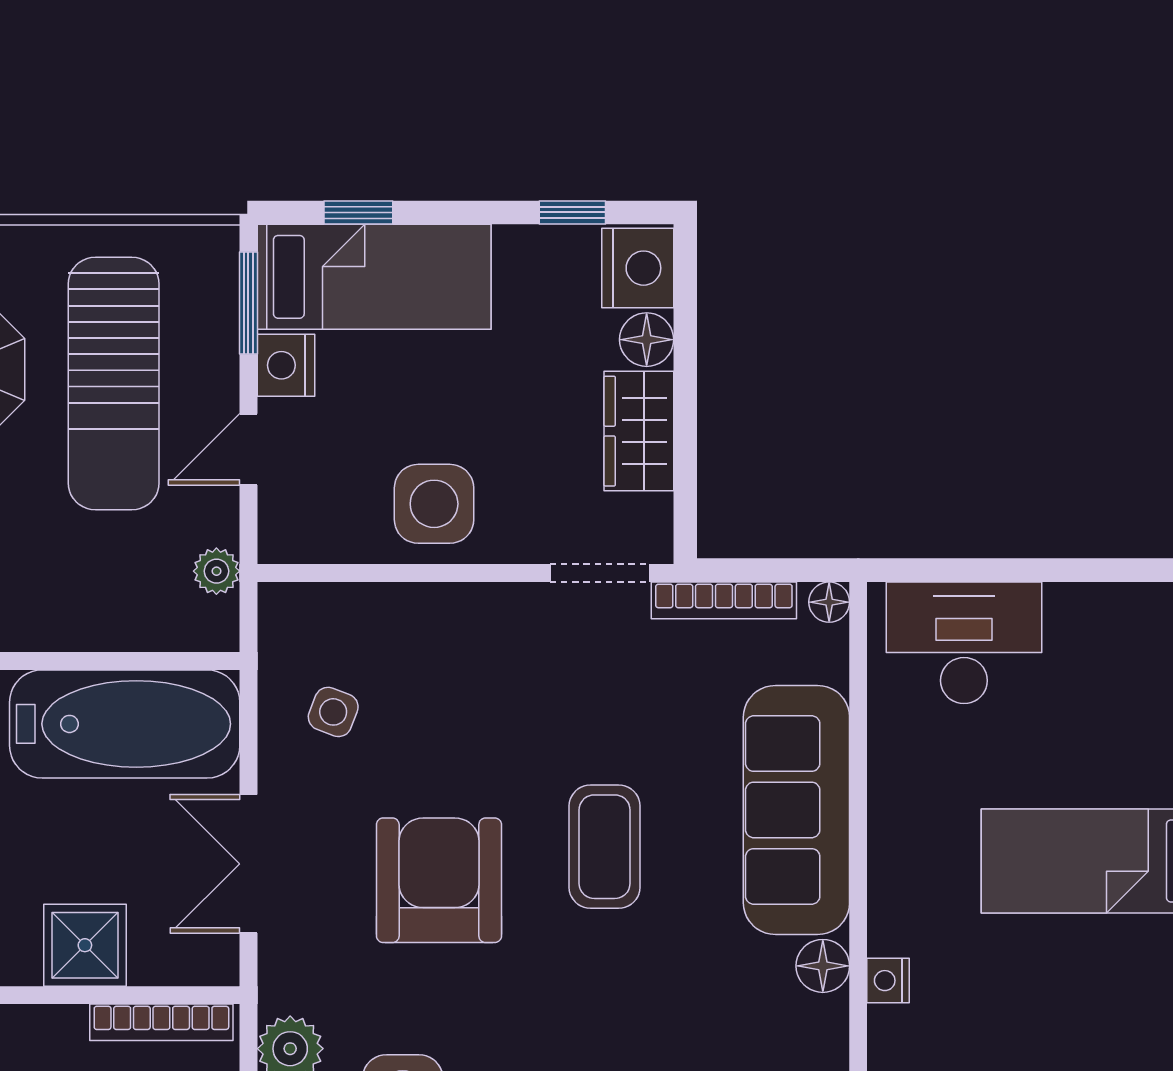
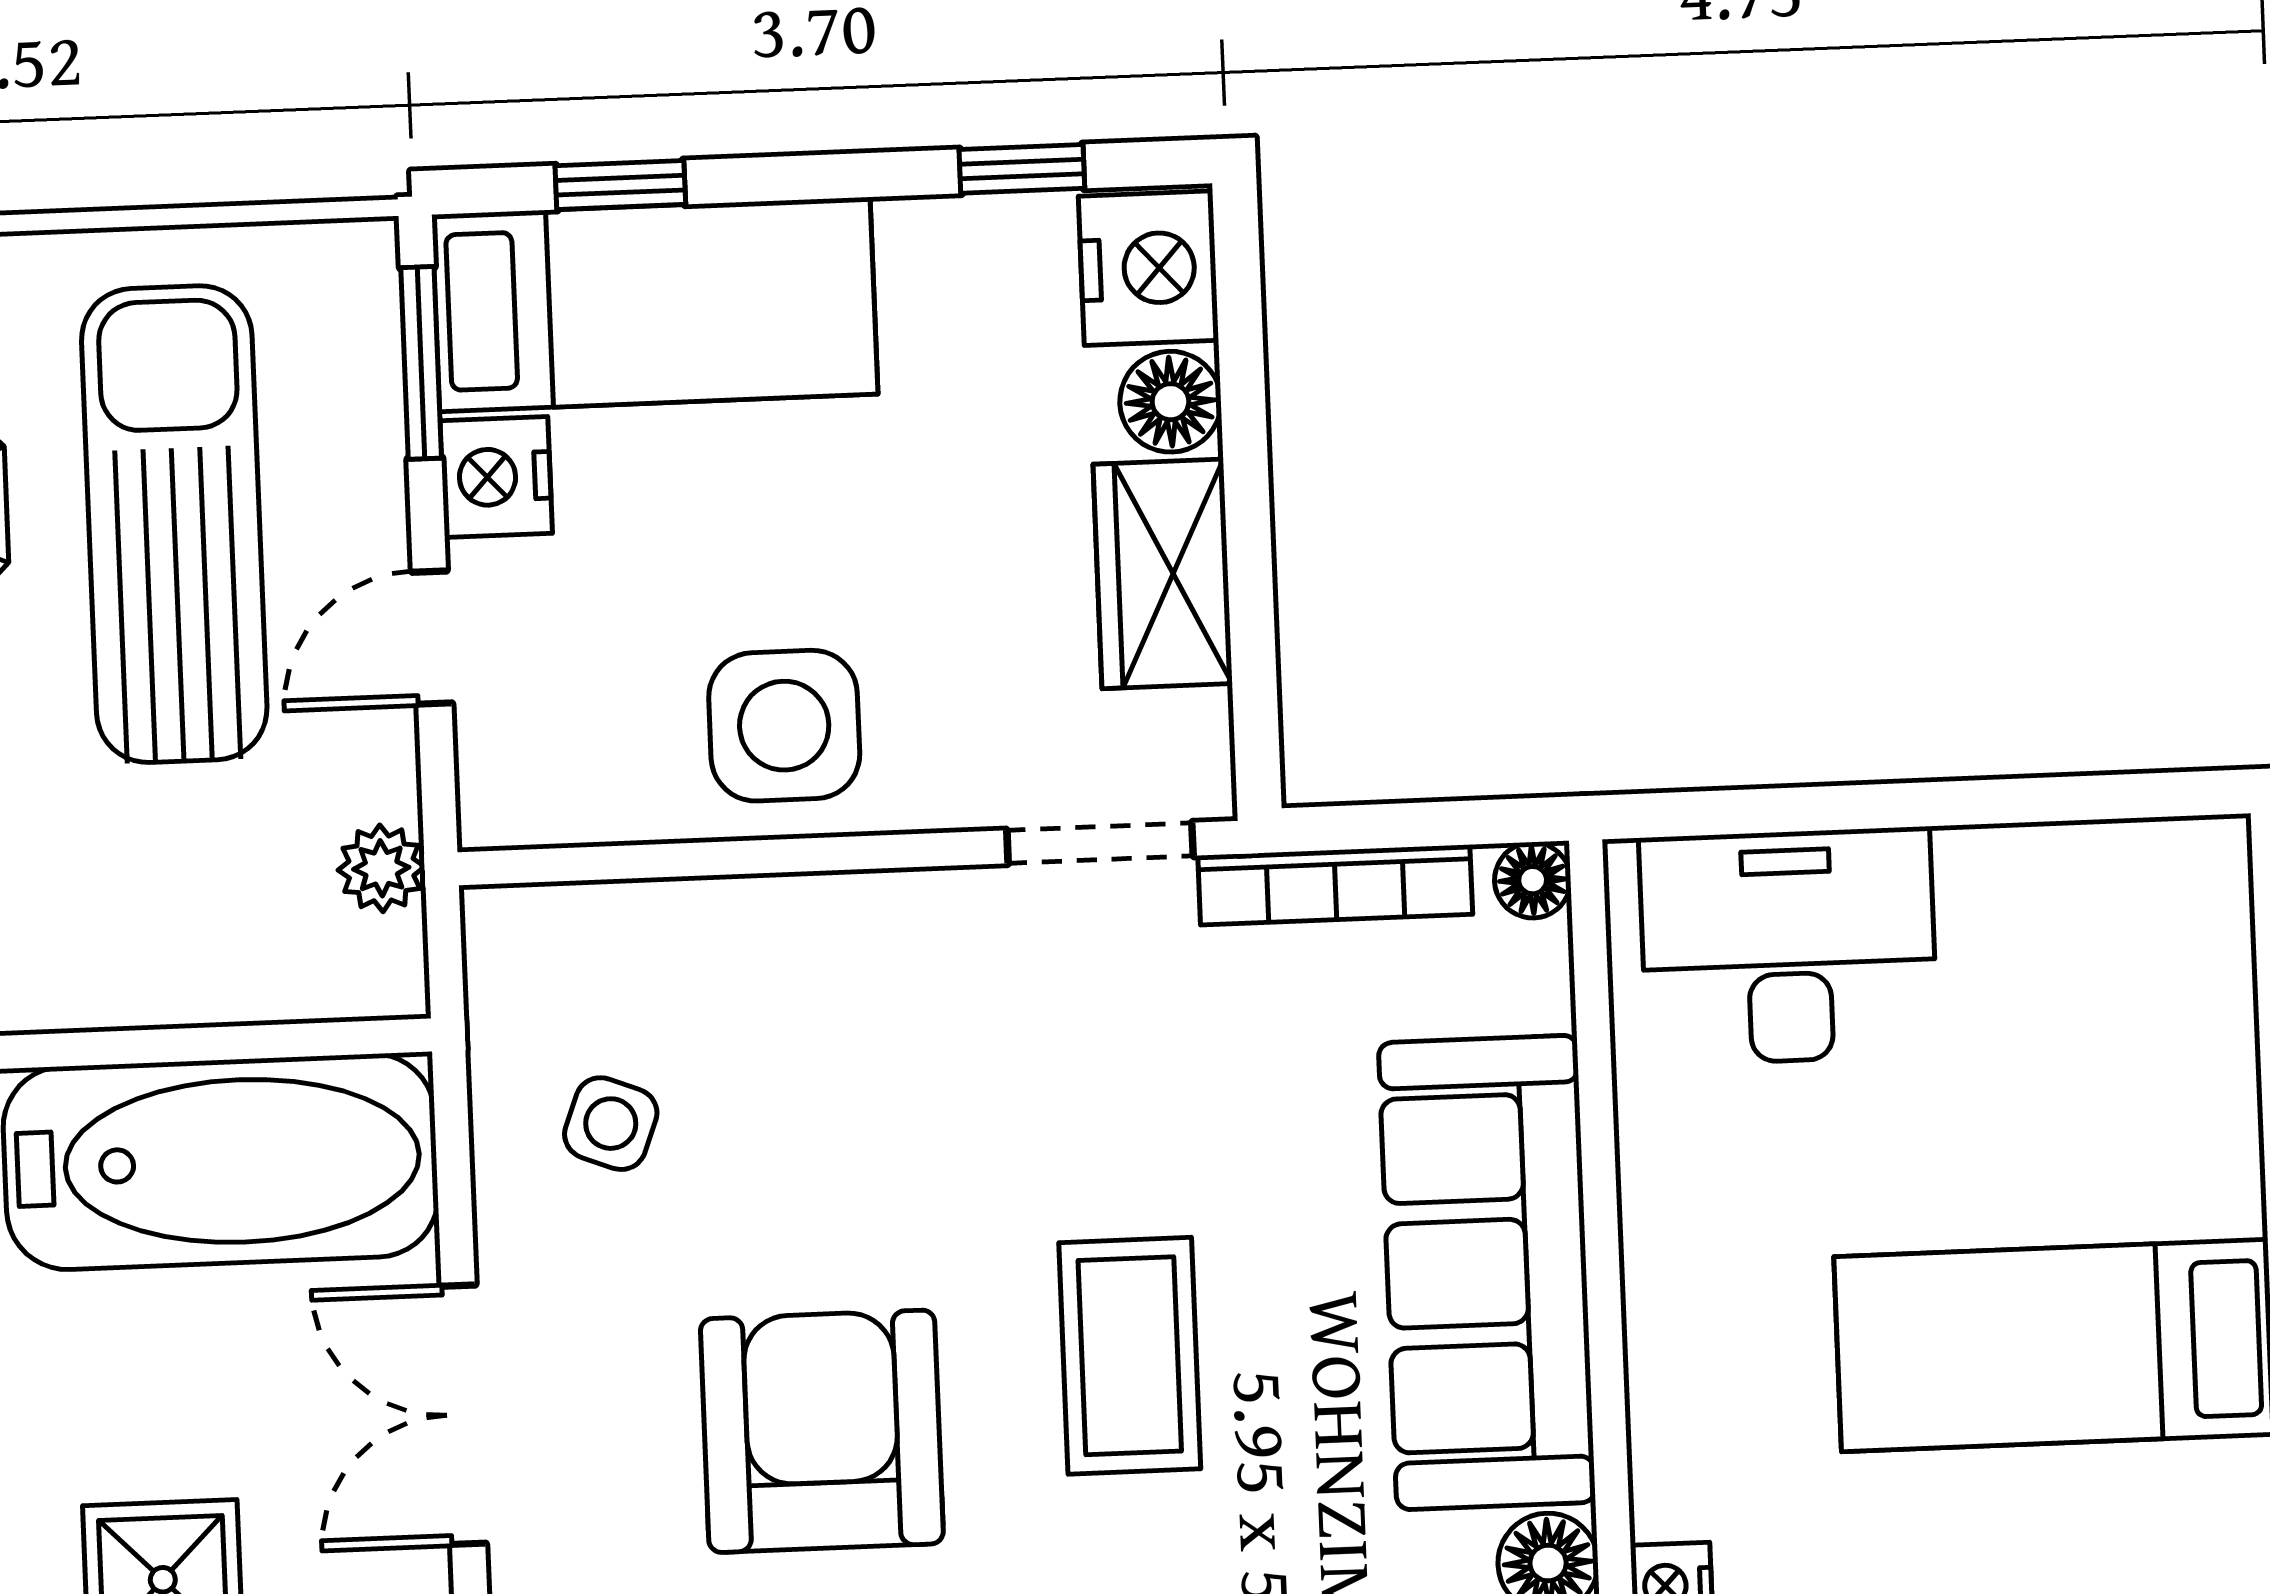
sun lounger: (114, 383) -> (174, 524), turned 180

